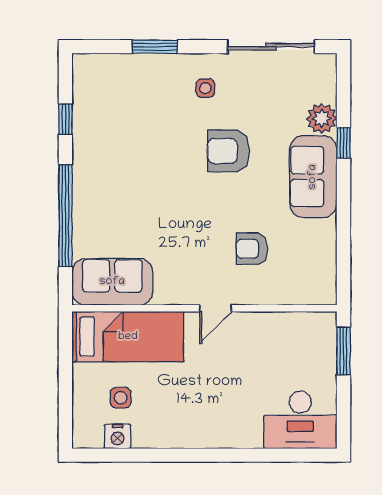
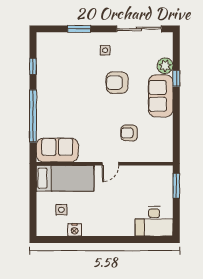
nightstand: (118, 437) -> (75, 230), moved

